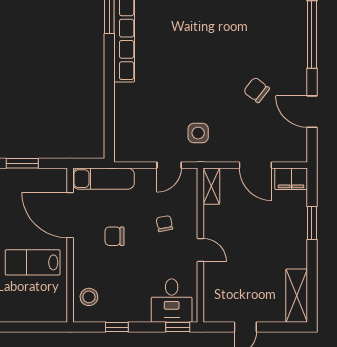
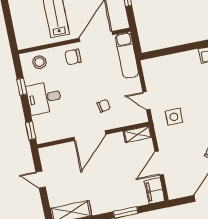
chair: (114, 236) -> (73, 57), moved, turned -90
door: (200, 250) -> (90, 136), width x1.87
desk: (172, 301) -> (44, 98), moved

